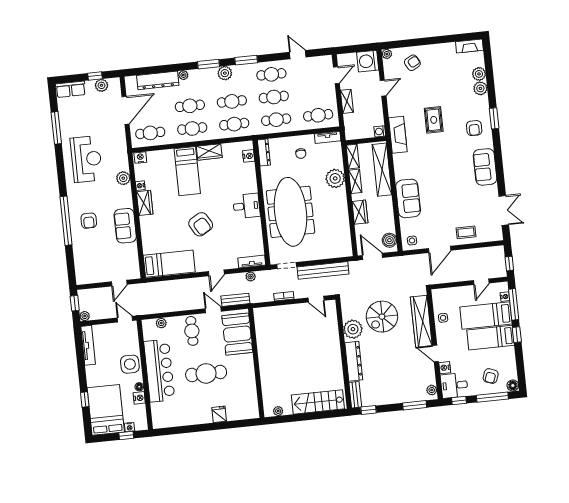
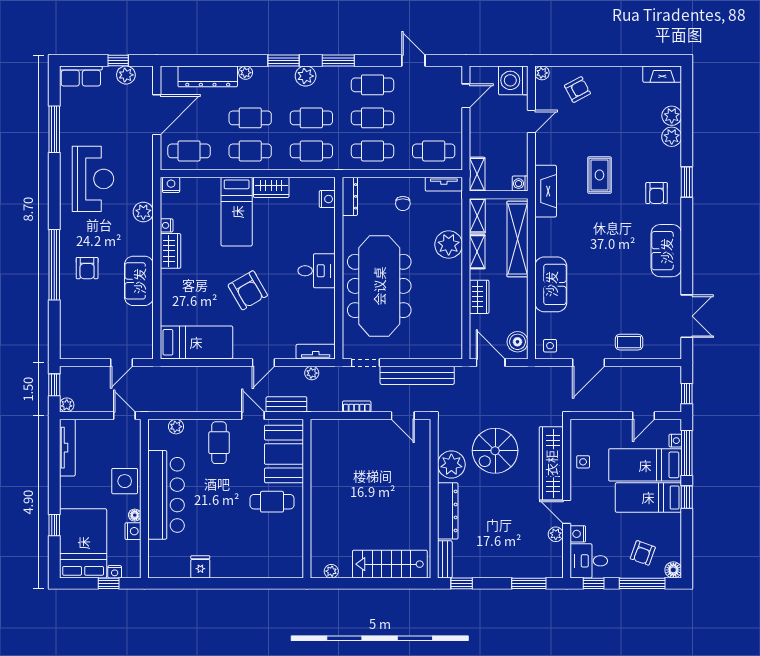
shelving: (347, 101) -> (477, 174), moved
cafe table: (206, 373) -> (272, 502), moved, width x0.73, depth x0.74
plant: (432, 390) -> (556, 534), moved
fridge: (219, 414) -> (200, 567), moved

